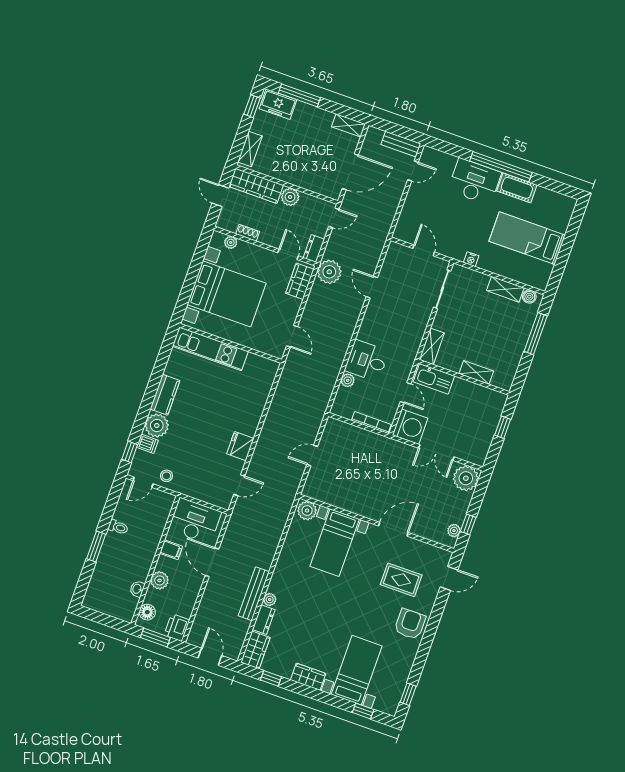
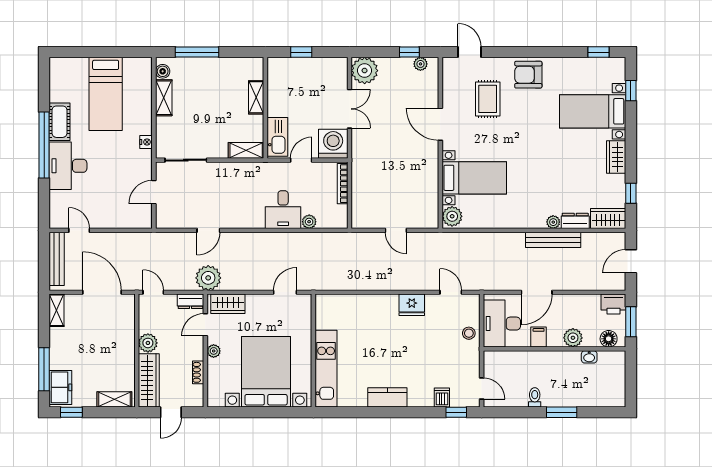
bench: (401, 144) -> (57, 259), width x1.36
plant: (231, 242) -> (214, 351), moved
plant: (157, 425) -> (421, 395), removed
stool: (166, 476) -> (469, 333), moved

